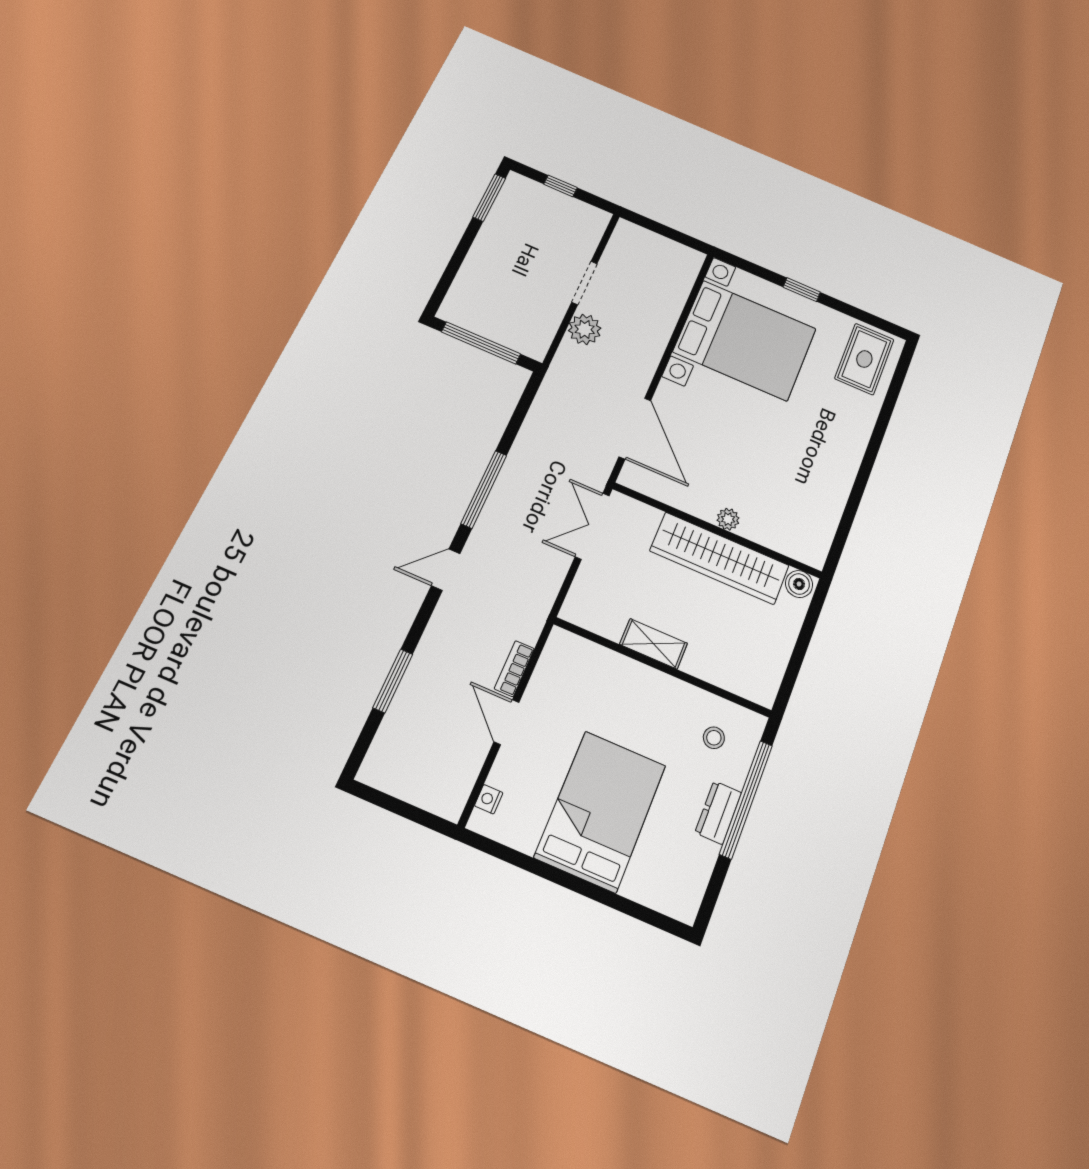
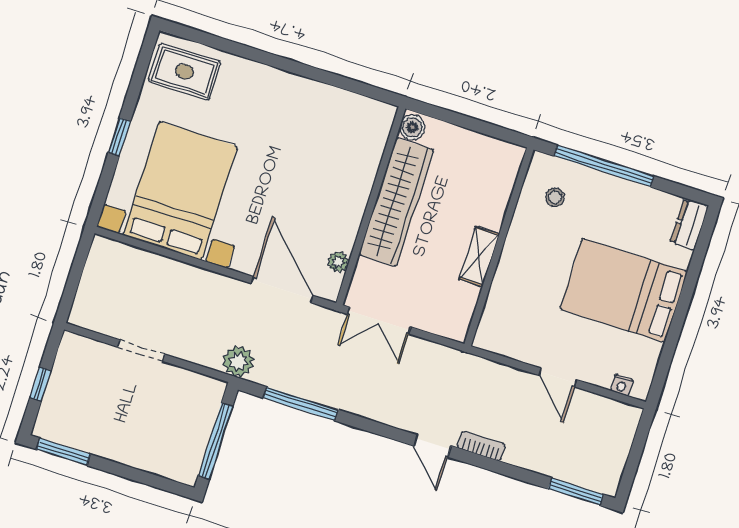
plant: (585, 329) -> (238, 361), moved
door: (635, 429) -> (282, 290), hinge flipped
window: (484, 489) -> (301, 404), moved
plant: (728, 519) -> (338, 262), moved
bookcase: (514, 669) -> (481, 446), moved, turned 180
window: (393, 681) -> (576, 492), moved
door: (506, 722) -> (558, 378), hinge flipped
dresser: (718, 813) -> (689, 225), moved, turned 90

